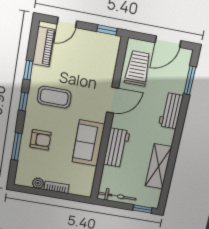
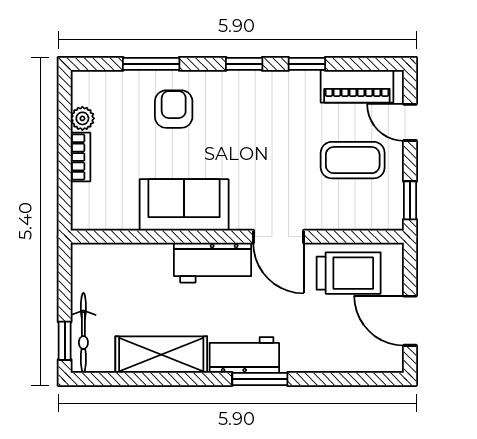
window: (190, 80) -> (260, 379), moved
coffee table: (54, 97) -> (353, 160), moved, turned 90
workbench: (171, 111) -> (244, 355), moved
armchair: (40, 140) -> (174, 109), turned 180
workbench: (117, 148) -> (213, 263), moved
bicycle: (117, 196) -> (83, 333), moved

